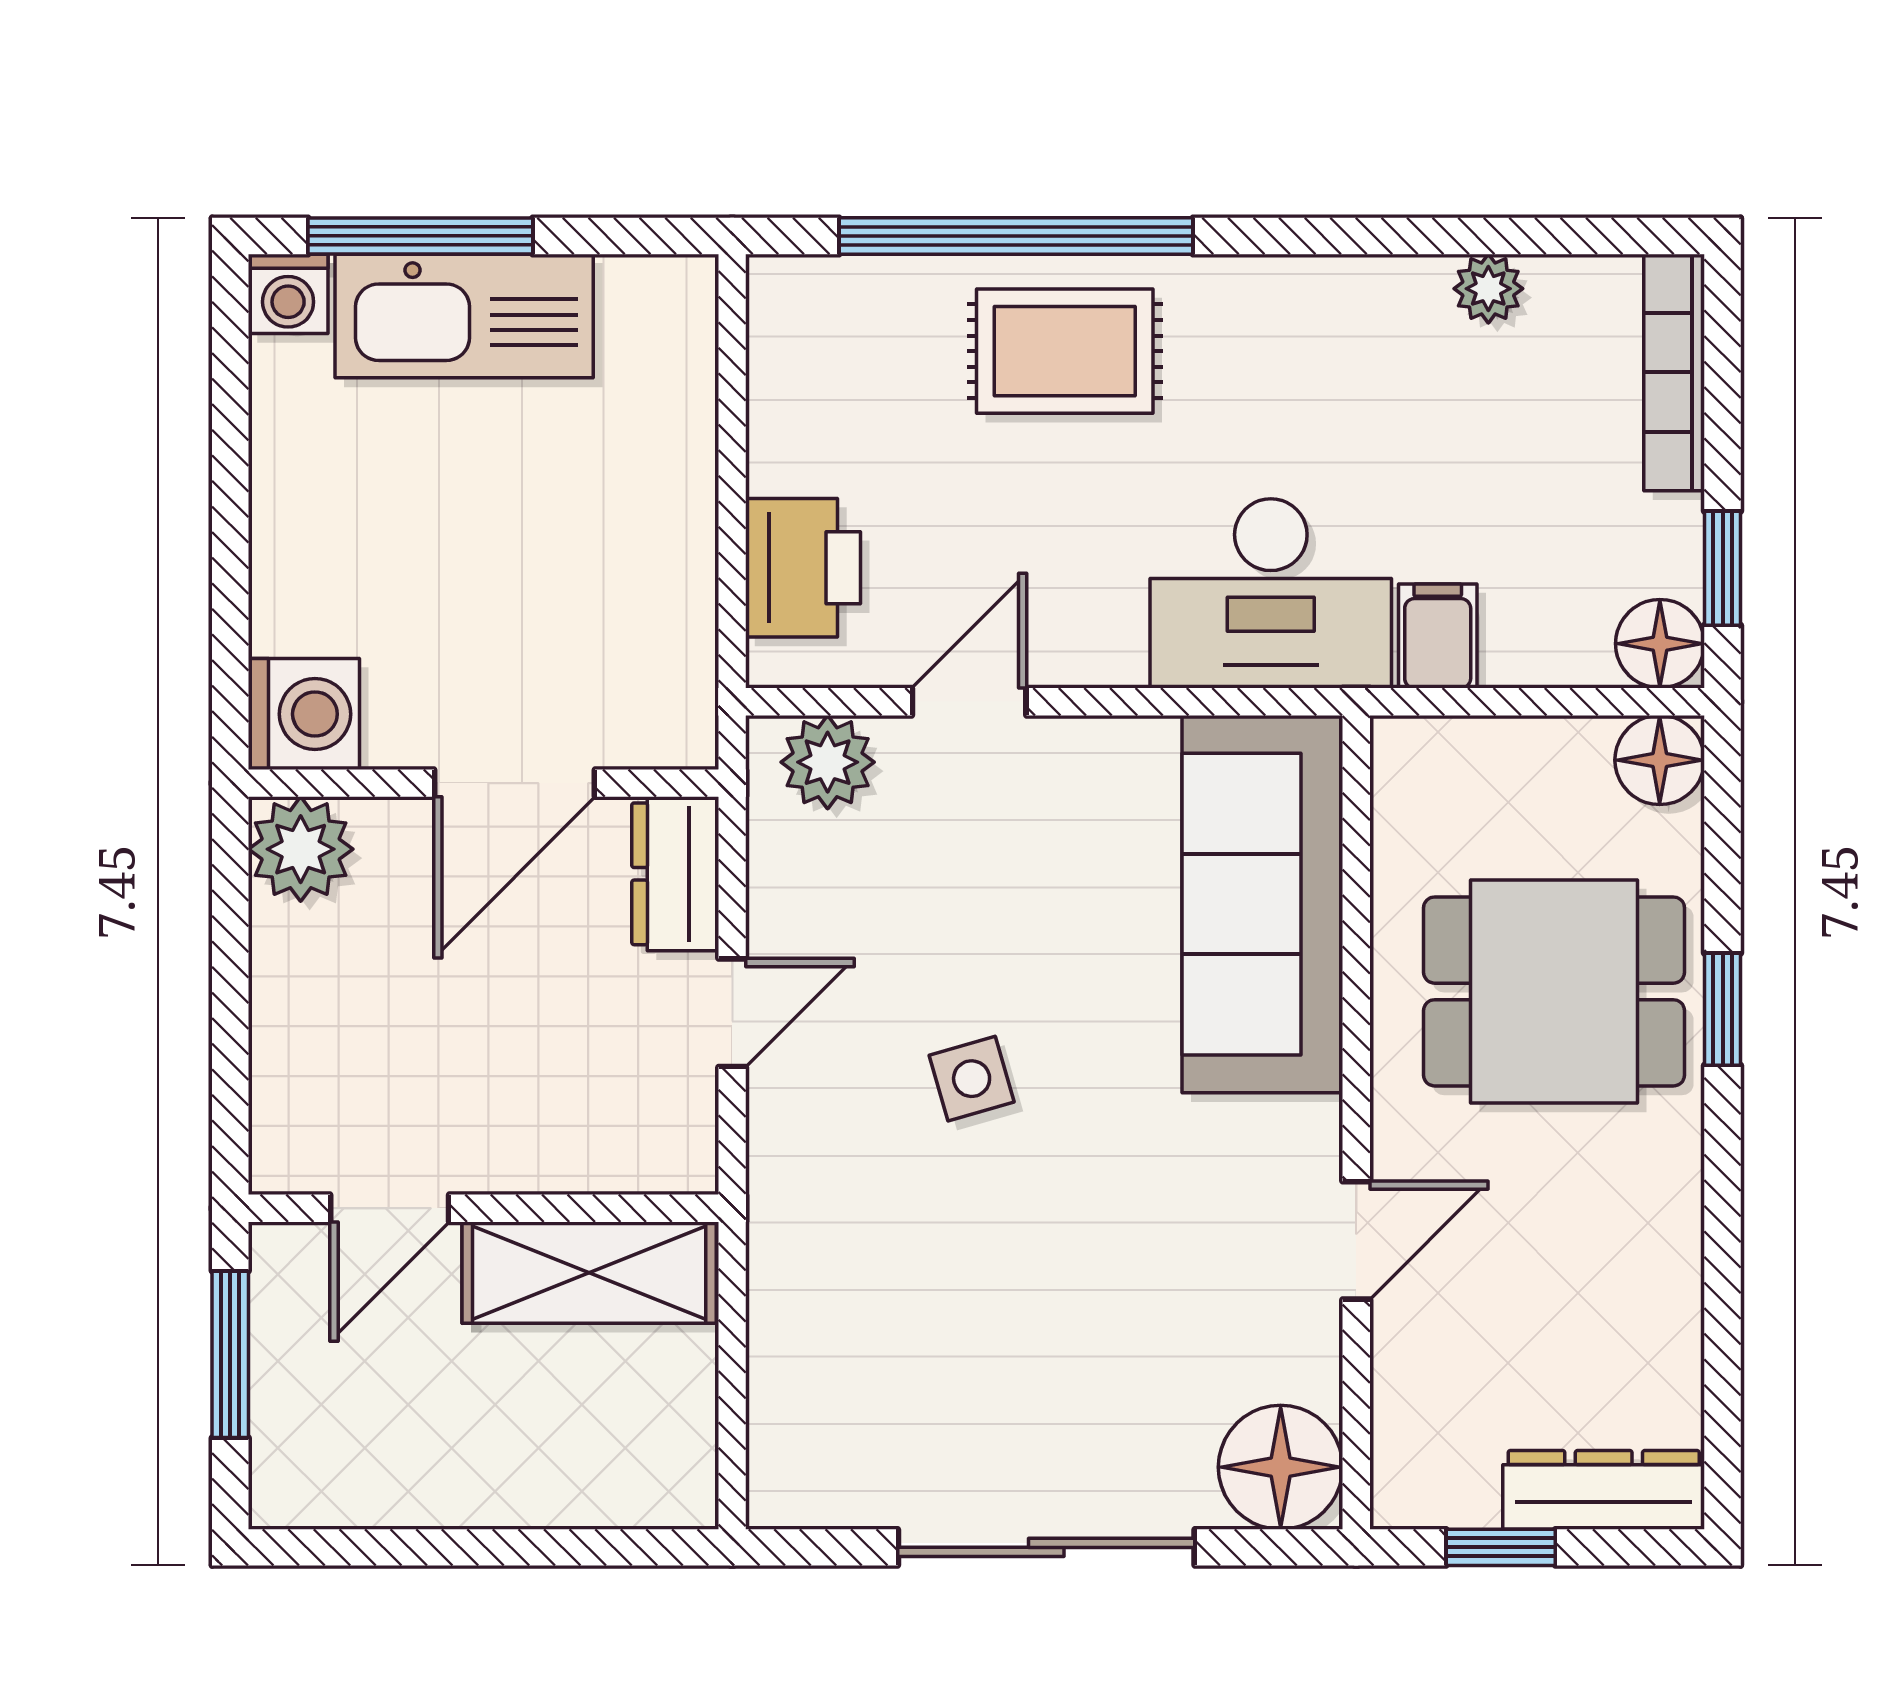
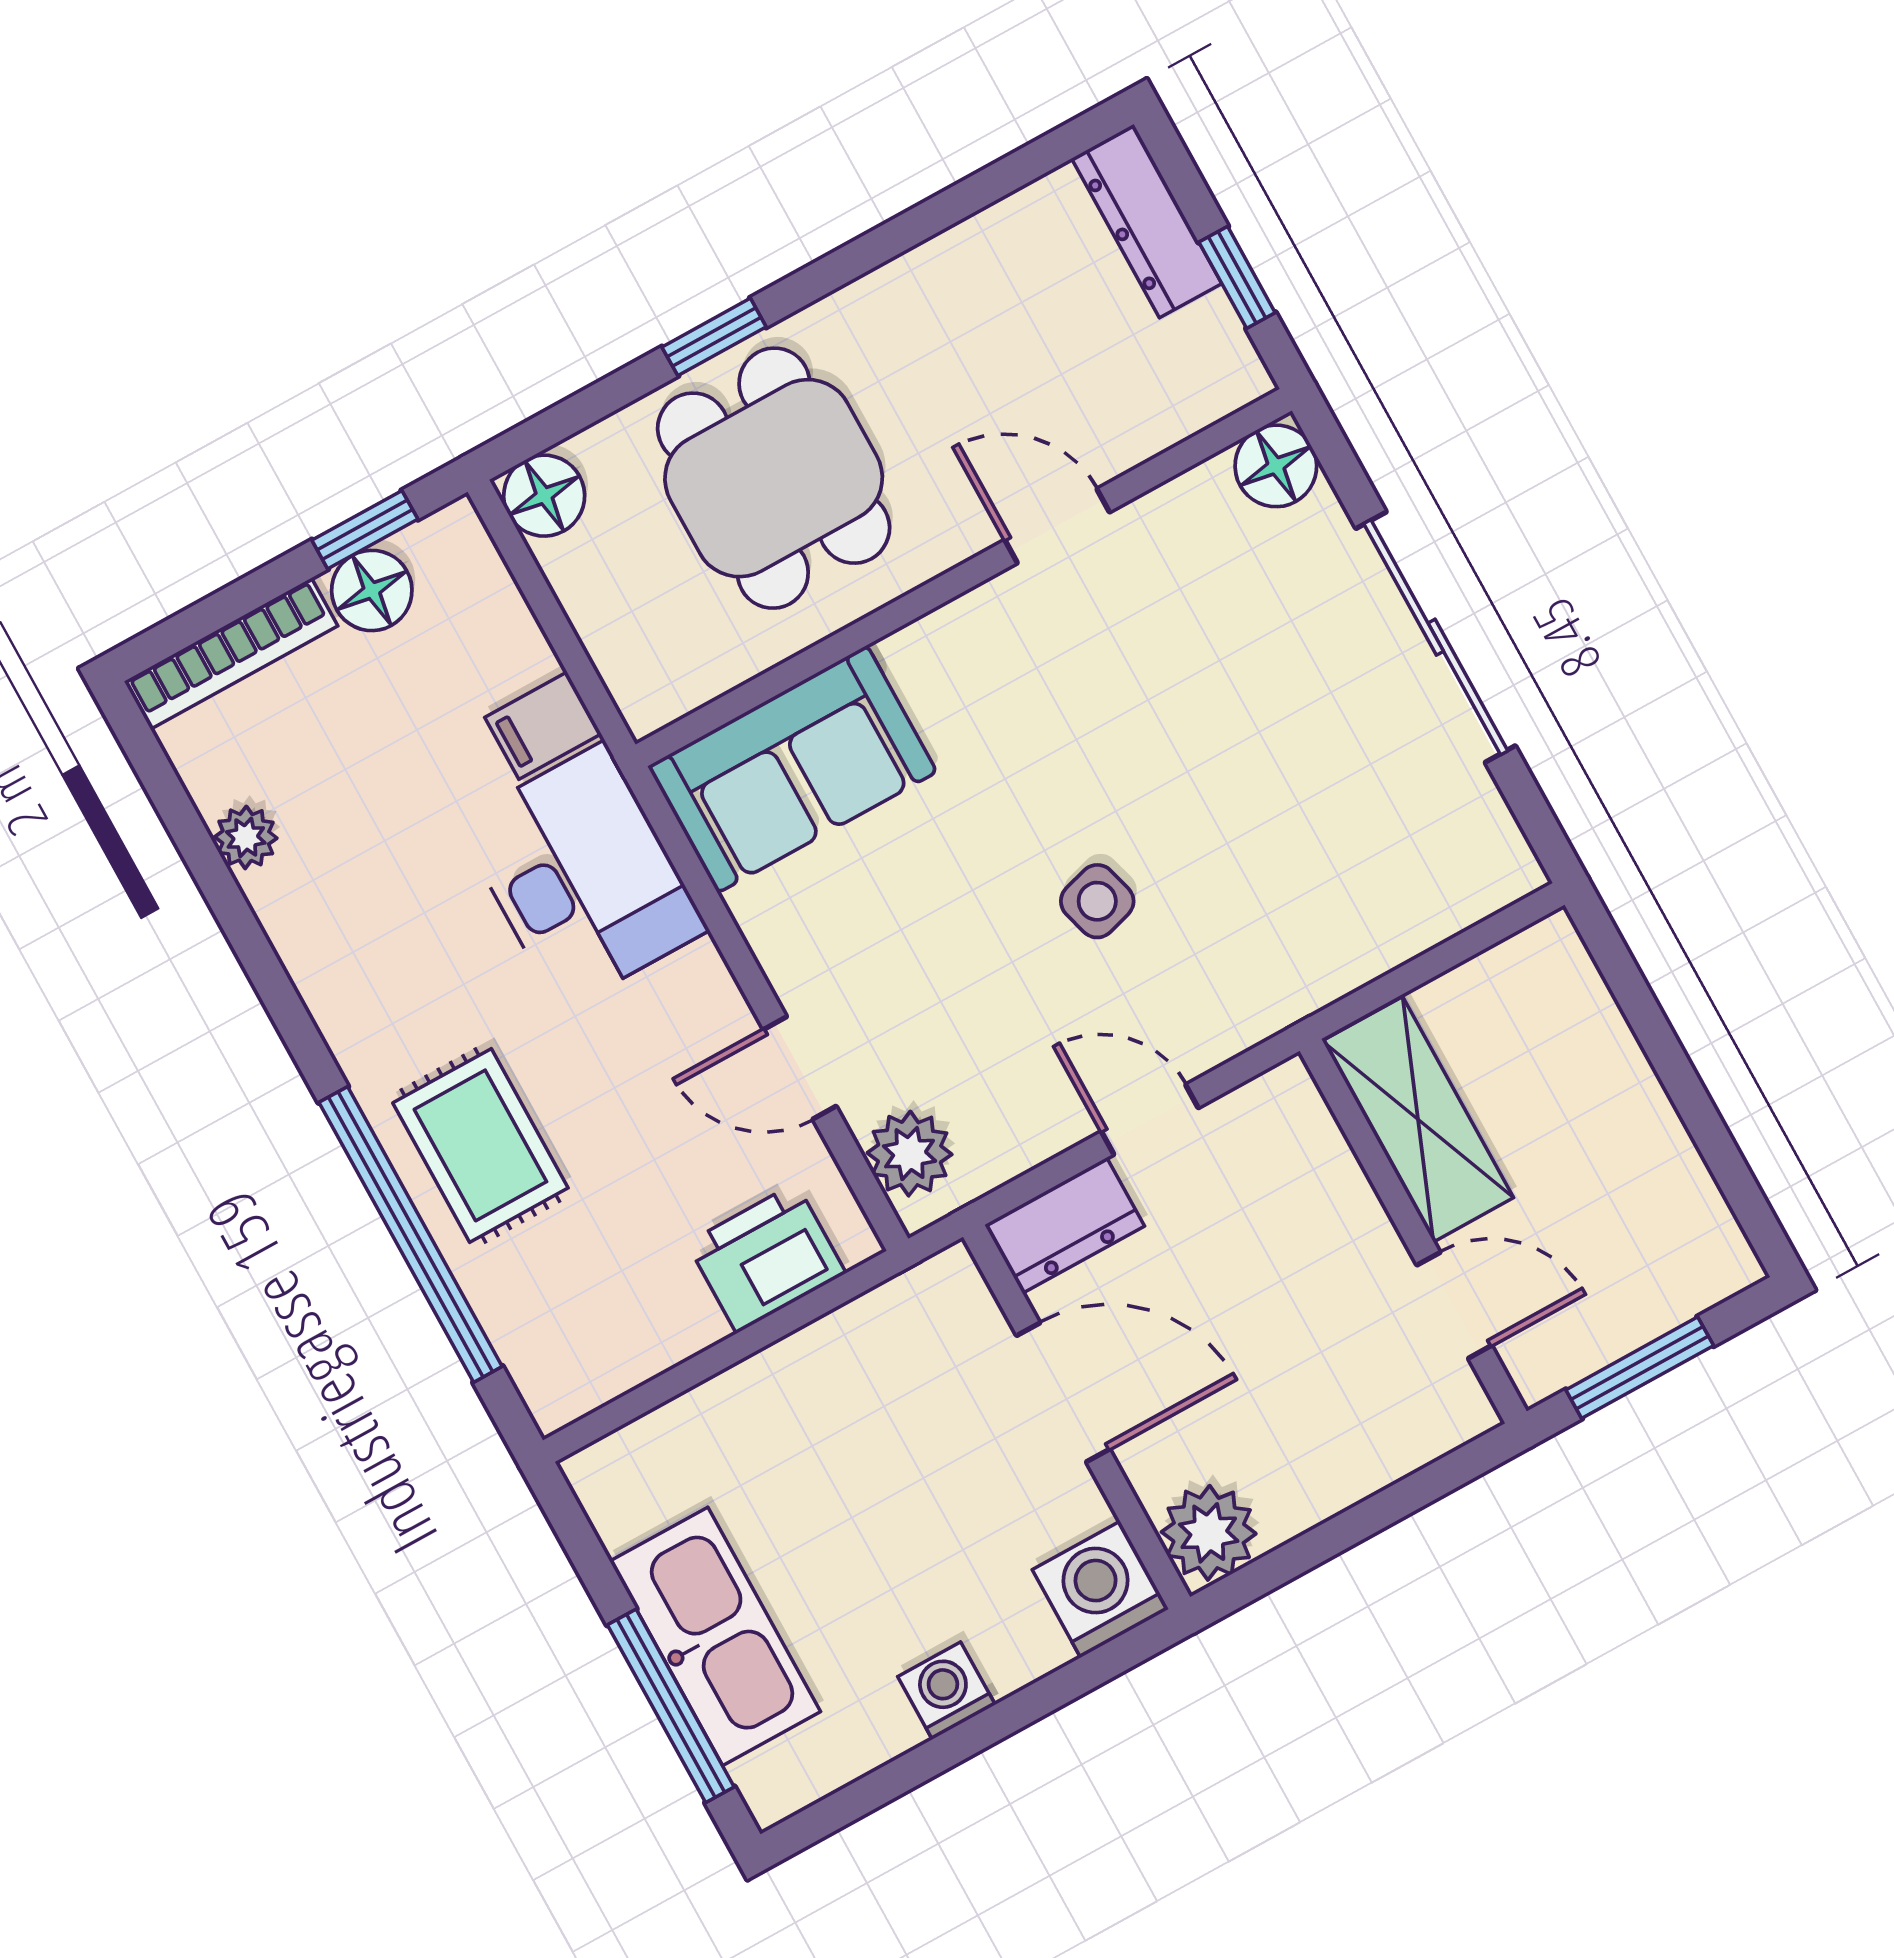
washing machine: (288, 294) -> (946, 1691), moved, turned -90
floor lamp: (1660, 644) -> (372, 590), moved
sofa: (1262, 904) -> (792, 769), width x0.73
floor lamp: (1281, 1467) -> (1276, 466), width x0.73, depth x0.73

